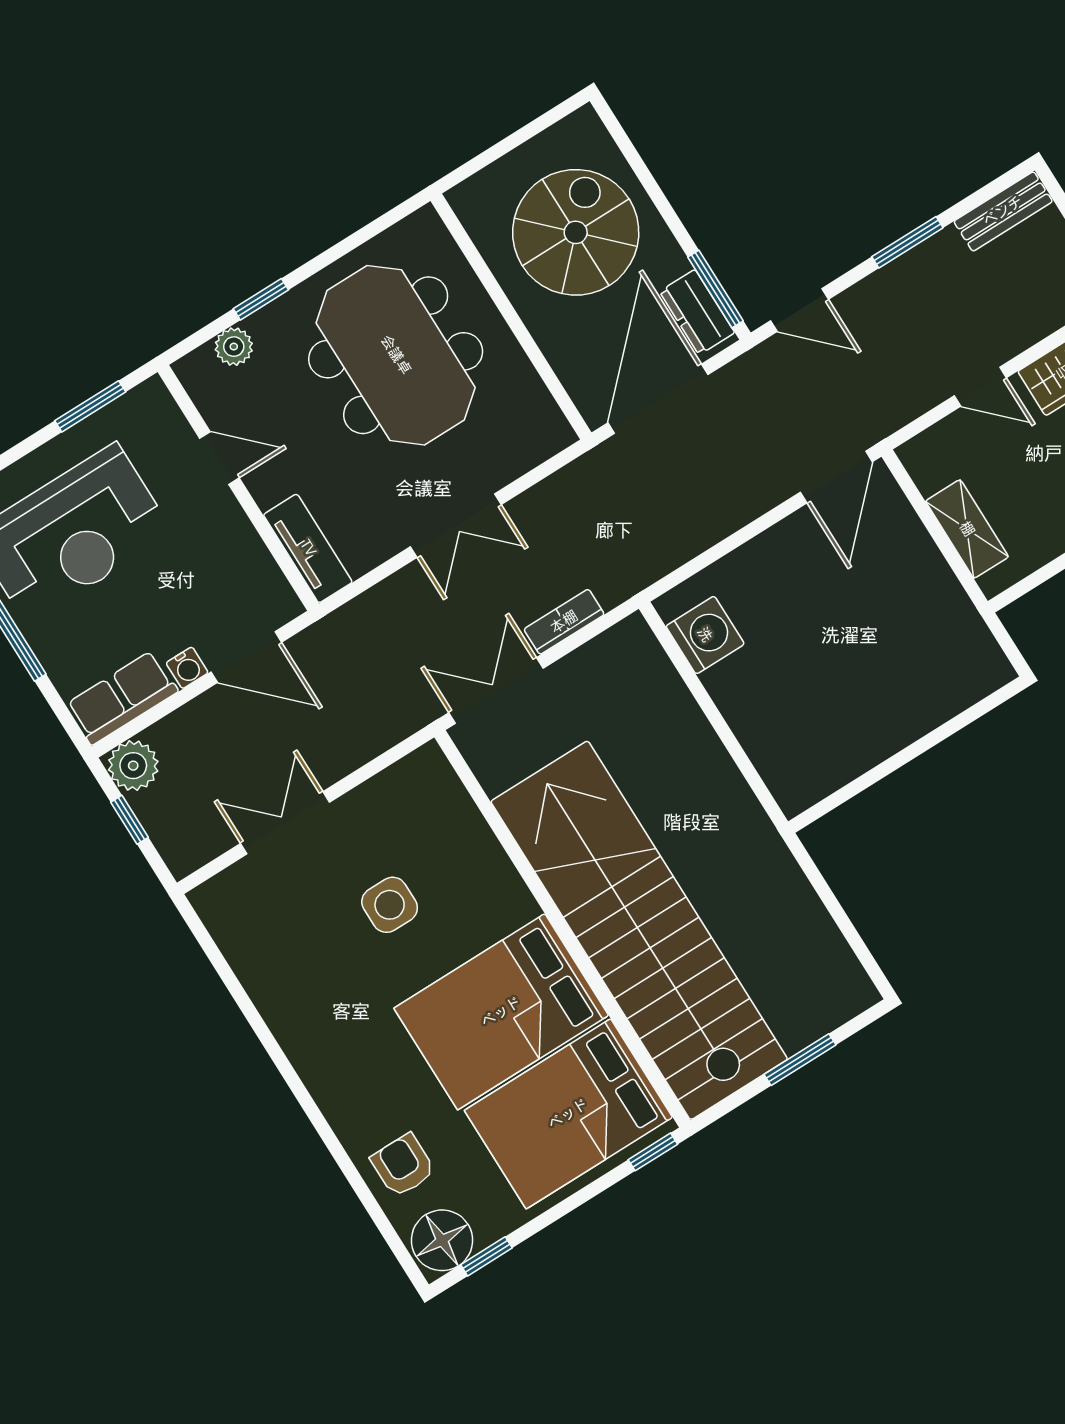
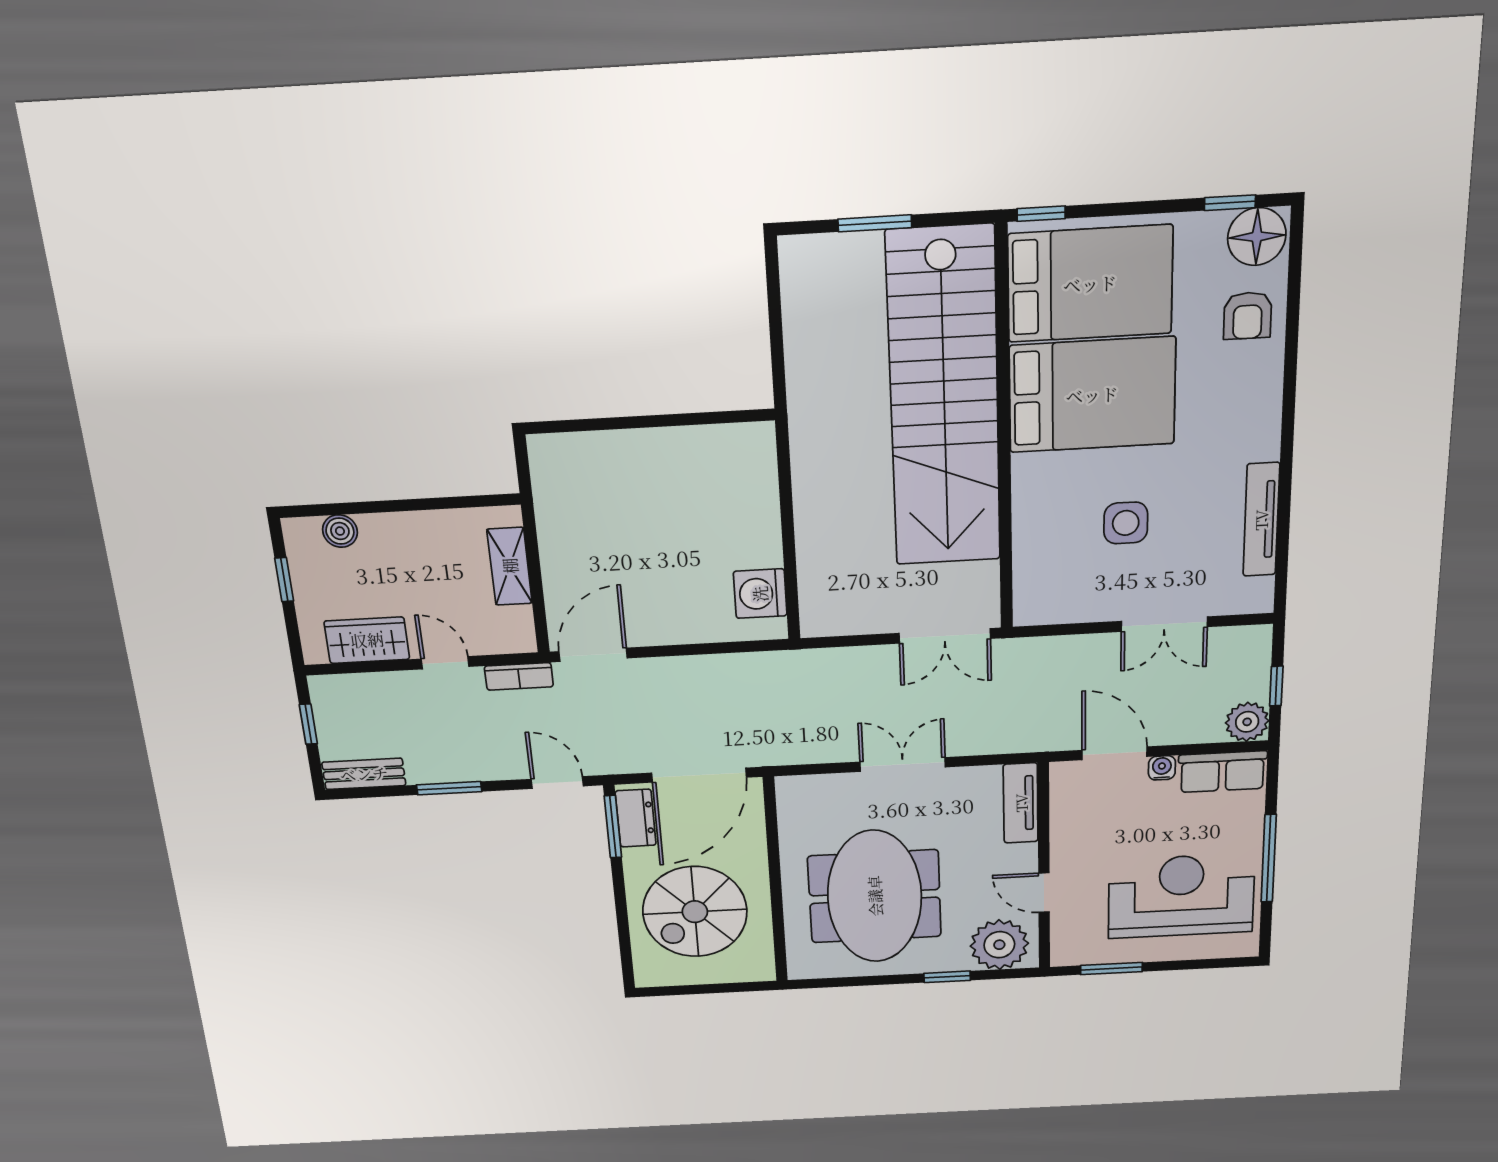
plant: (234, 347) -> (999, 945), width x1.87, depth x1.87
bookcase: (564, 622) -> (519, 676), moved
tv unit: (260, 981) -> (1261, 520), added

